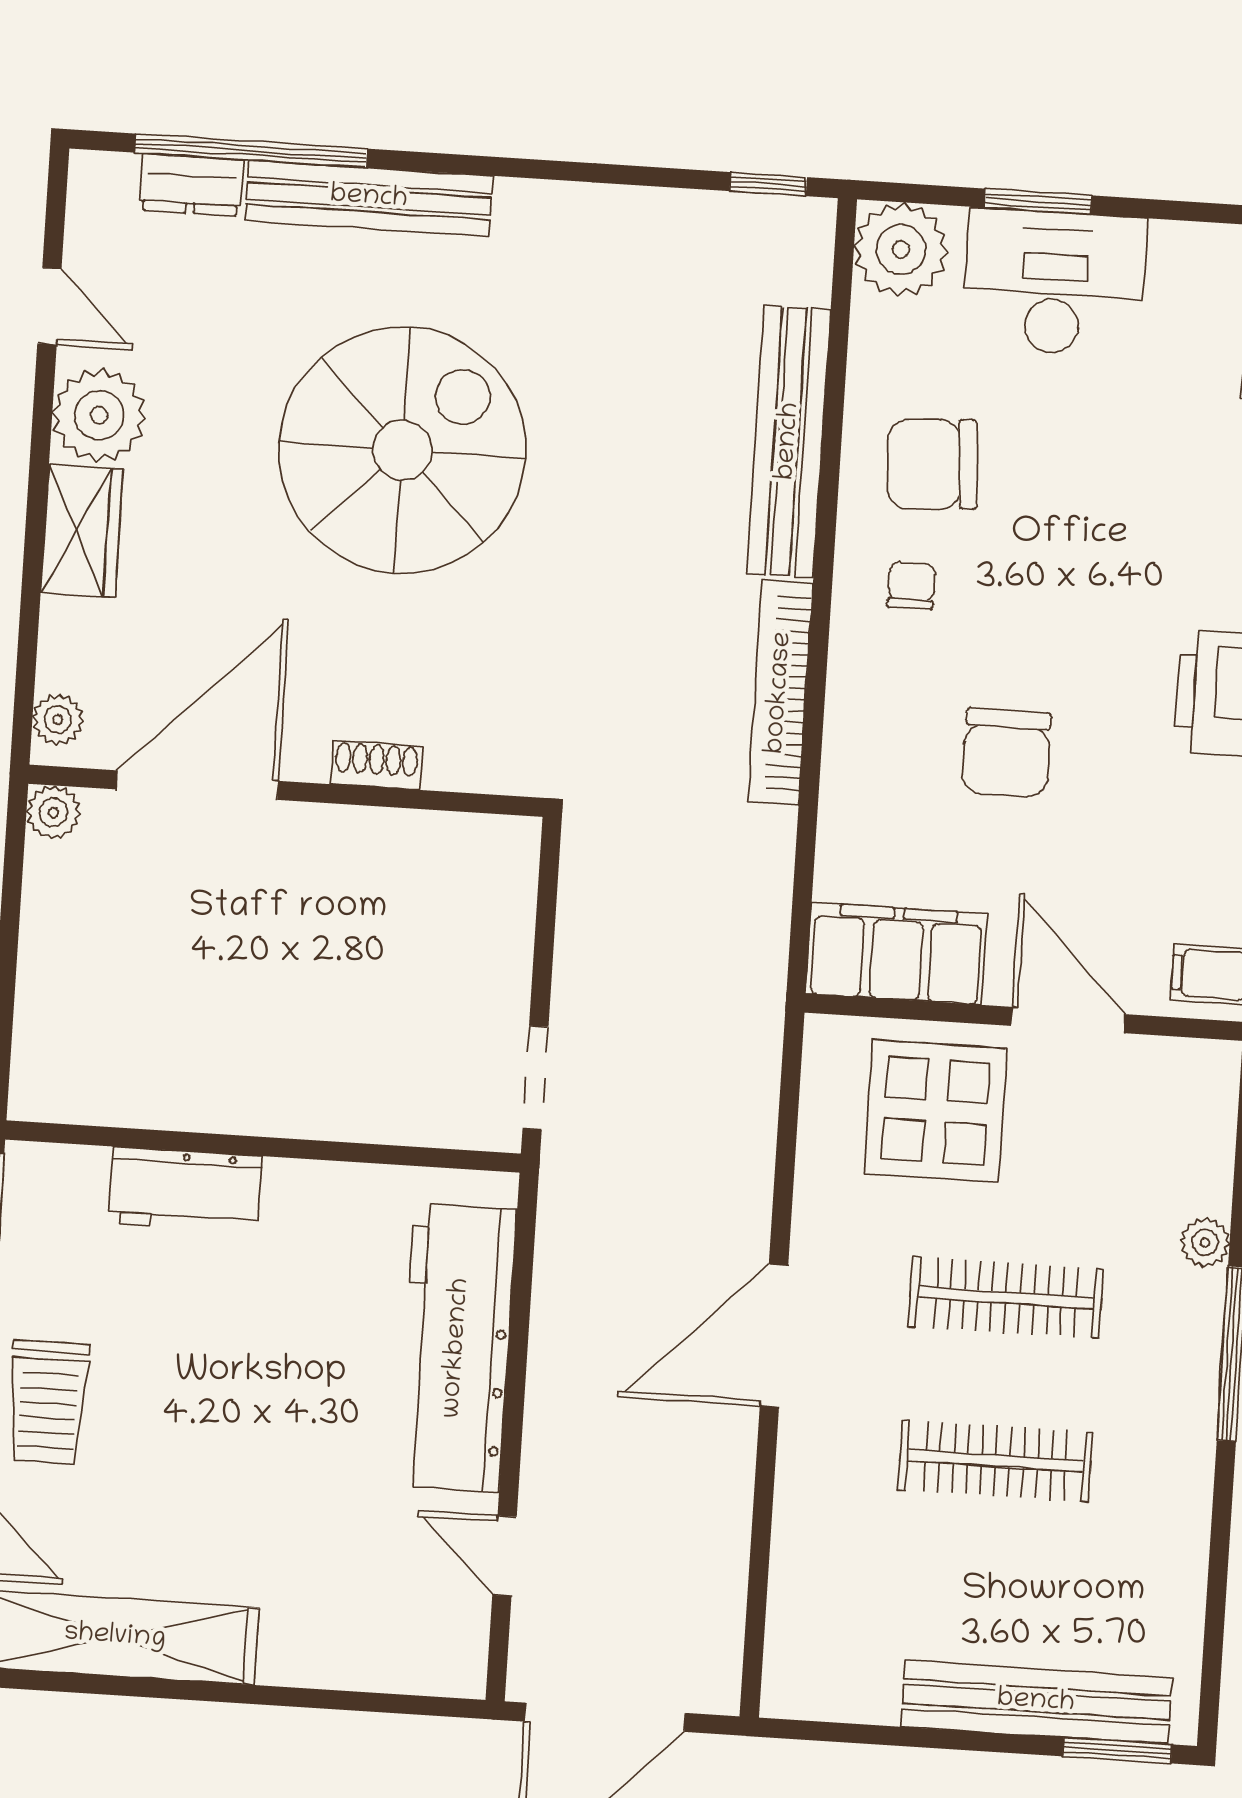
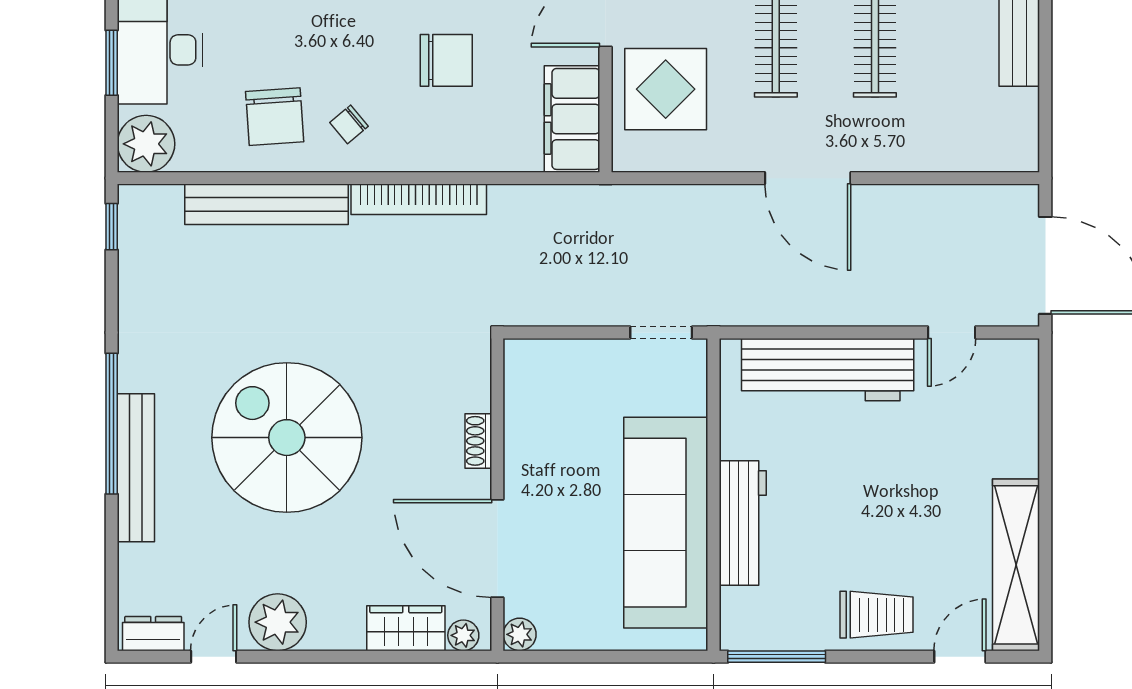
window: (251, 151) -> (112, 424), moved
dresser: (191, 185) -> (153, 634), moved, turned -90
wardrobe: (82, 531) -> (406, 628), moved
chair: (911, 586) -> (349, 124), turned -40
sofa: (222, 1065) -> (666, 523), added
workbench: (185, 1190) -> (743, 523), width x1.38

